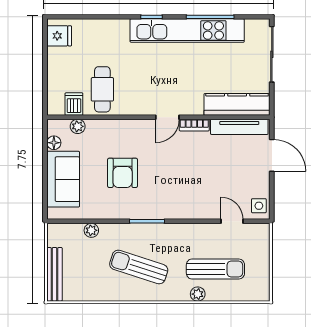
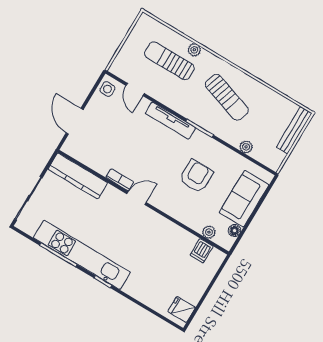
cafe table: (102, 89) -> (173, 249), removed
tv unit: (239, 127) -> (170, 121), moved, turned 180

